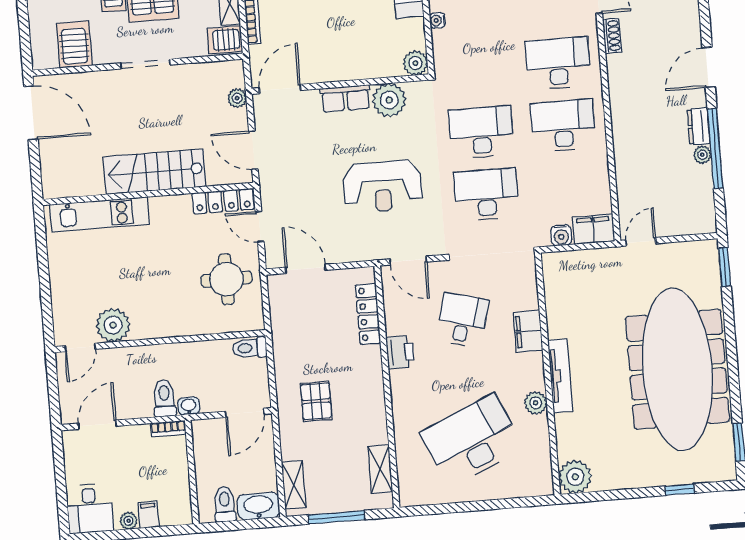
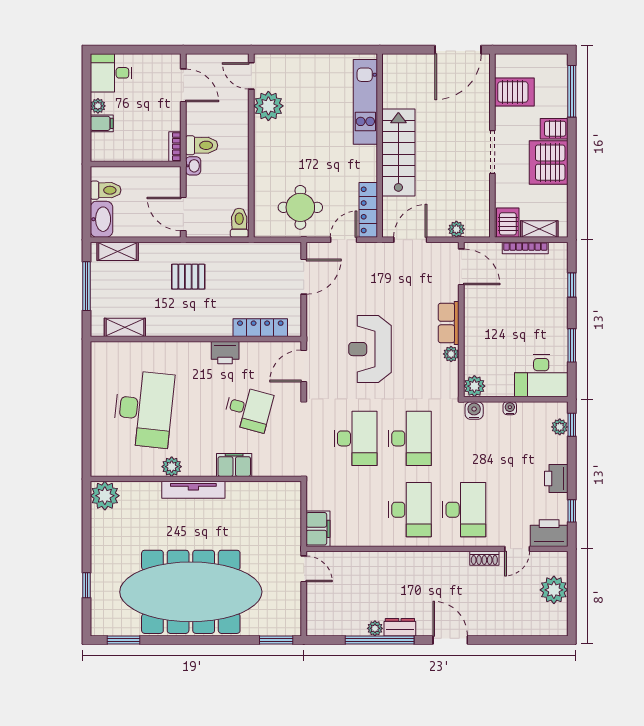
plant: (389, 100) -> (451, 354), width x0.53, depth x0.53
water cooler: (561, 235) -> (474, 410), moved, turned 90
desk: (472, 440) -> (144, 409), turned 30

